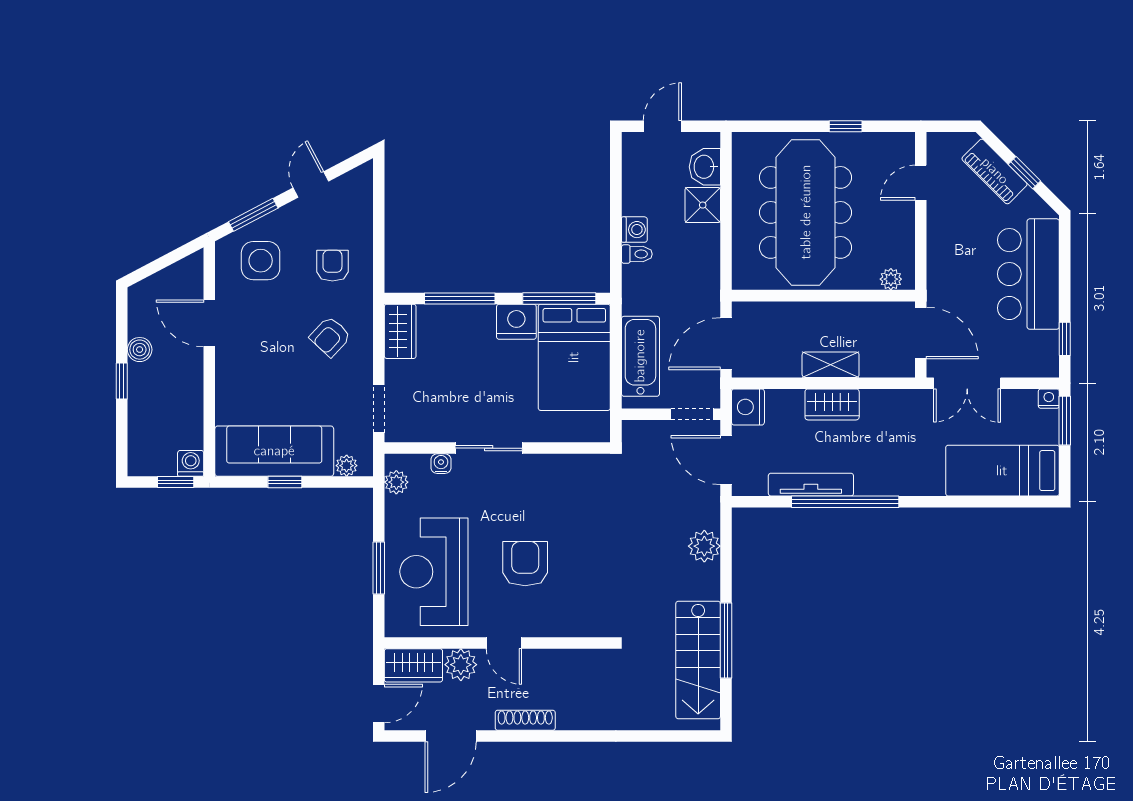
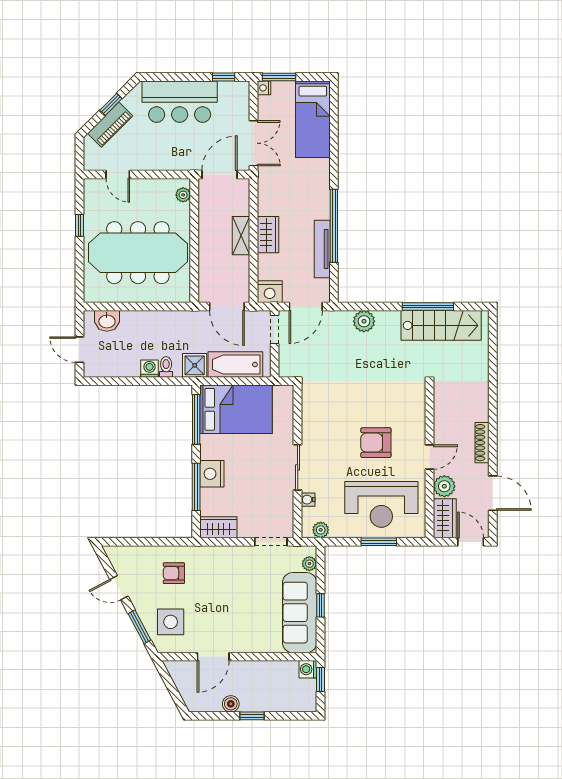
shower: (703, 205) -> (195, 365), moved
nightstand: (516, 322) -> (212, 474), moved
armchair: (330, 337) -> (222, 575), removed

